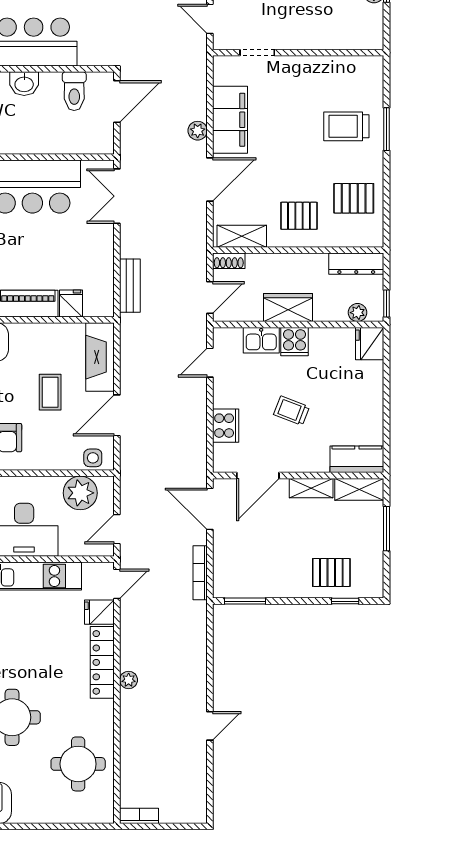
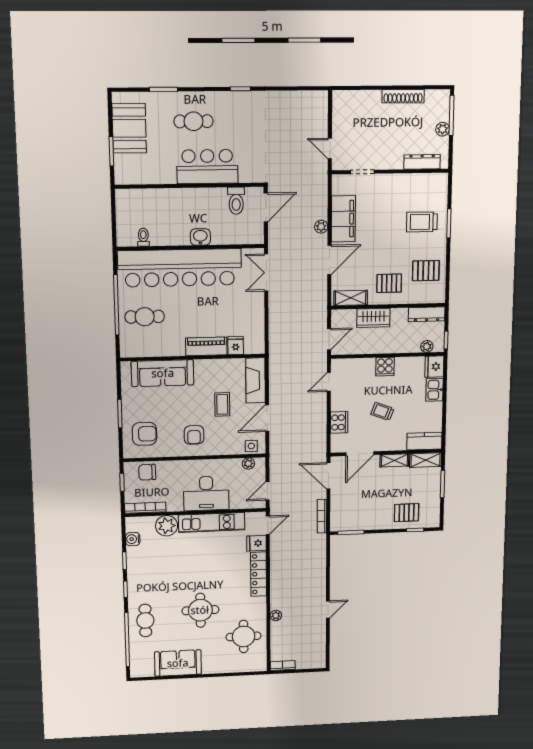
dresser: (345, 39) -> (422, 162), added
washbasin: (24, 84) -> (200, 237), moved, turned 180
shoe rack: (229, 261) -> (342, 314), removed
bench: (130, 286) -> (275, 333), removed
wardrobe: (288, 307) -> (373, 318), moved, turned 180
kitchen sink: (261, 340) -> (435, 390), moved, turned 90
plant: (80, 493) -> (248, 464), width x0.53, depth x0.53
plant: (129, 680) -> (276, 616), moved

